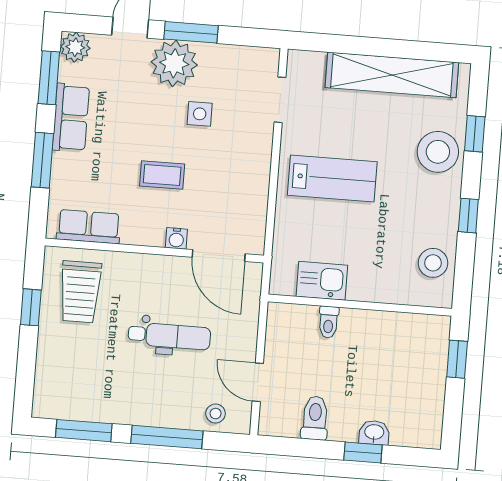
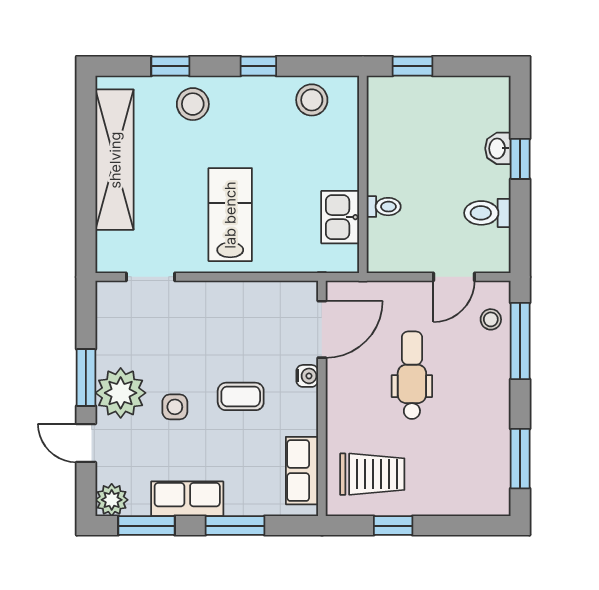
side table: (200, 114) -> (175, 407), moved
stool: (438, 152) -> (193, 104), width x0.73, depth x0.73
coffee table: (162, 175) -> (241, 396), turned 90
window: (167, 437) -> (520, 341), moved

